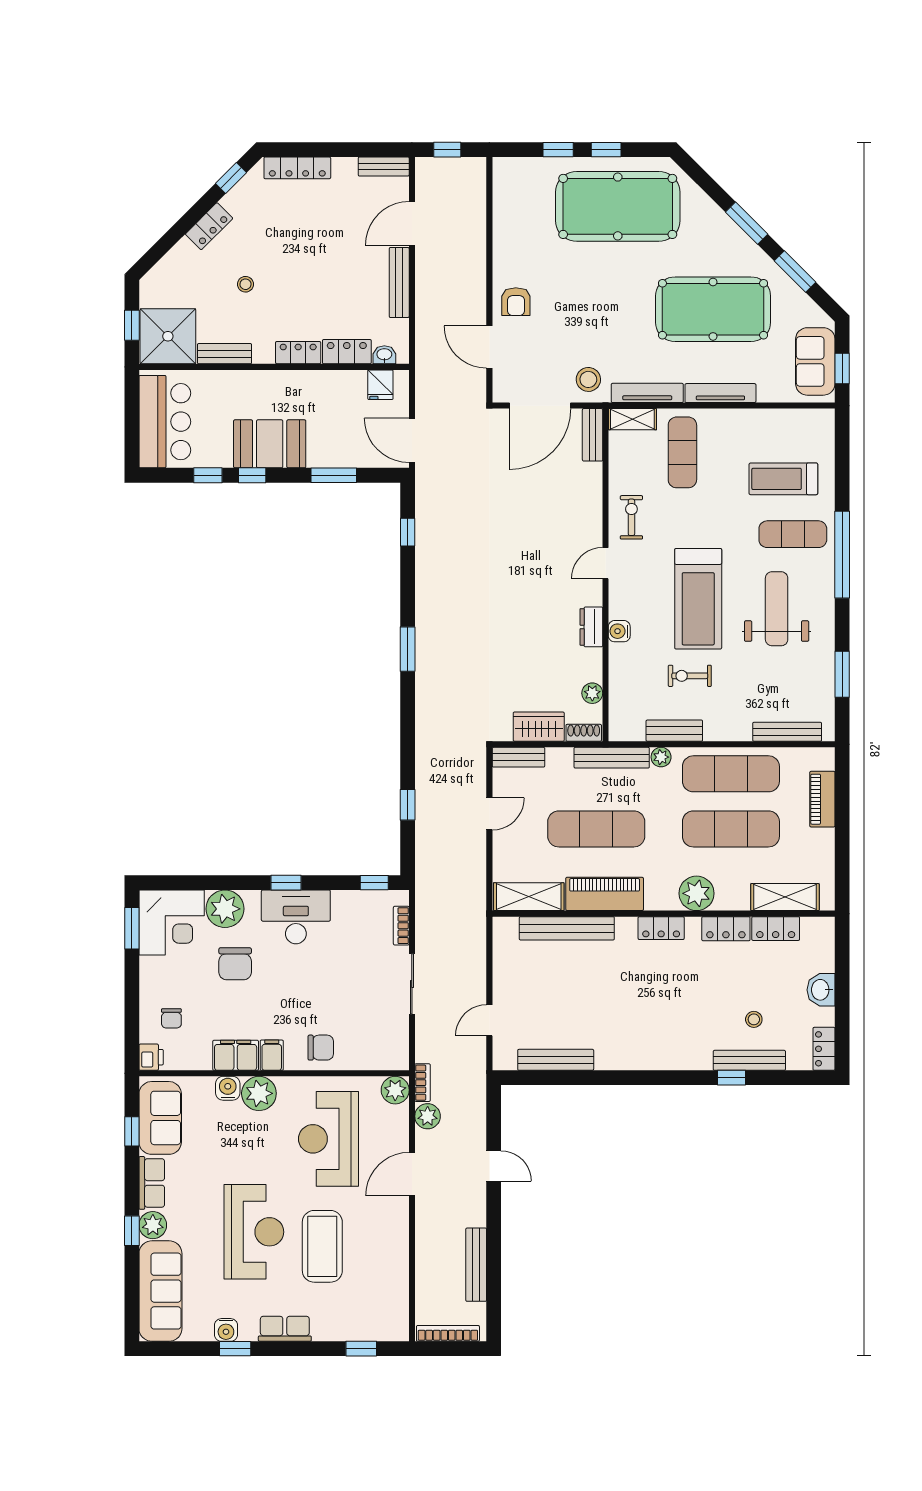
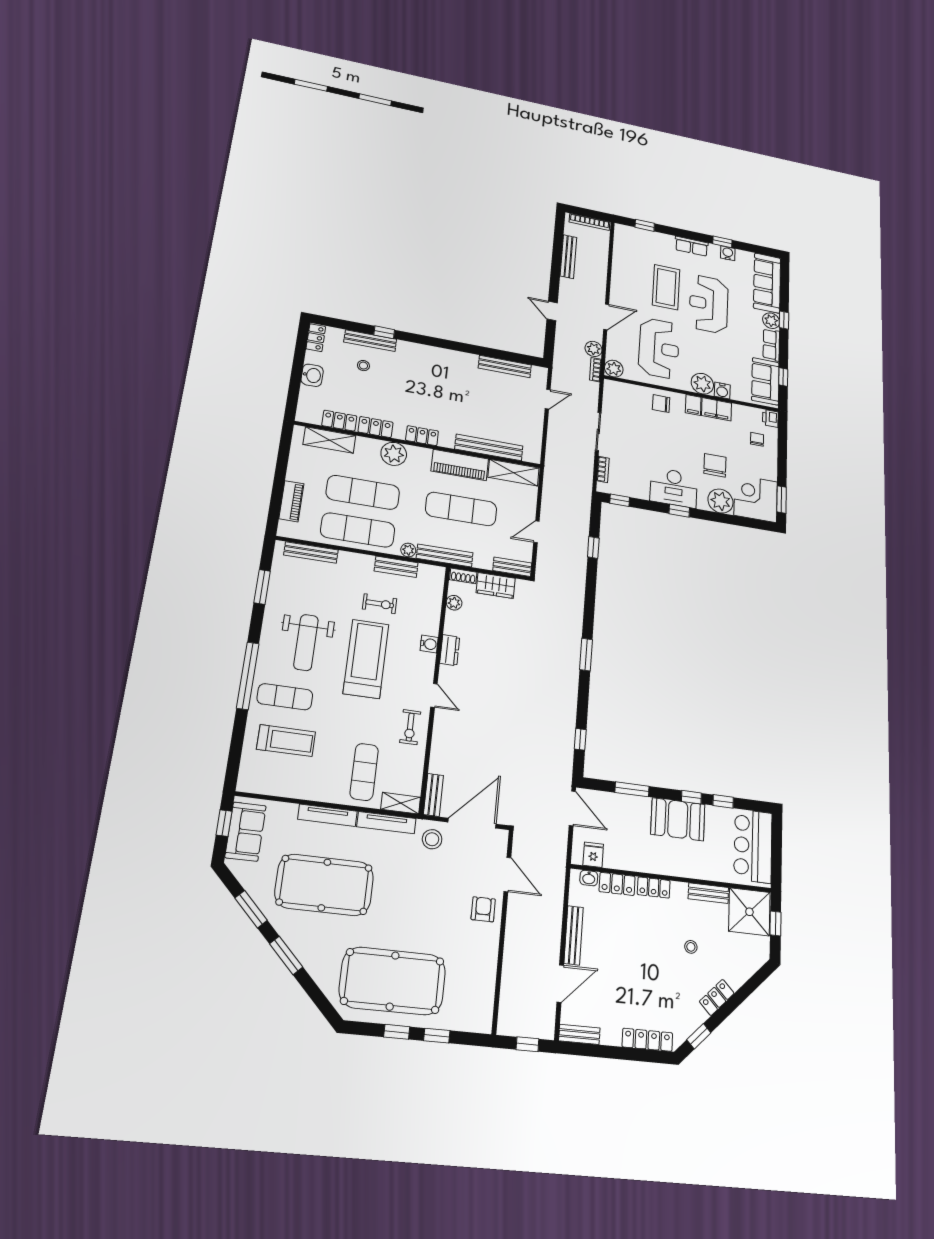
door: (606, 563) -> (434, 695), hinge flipped

